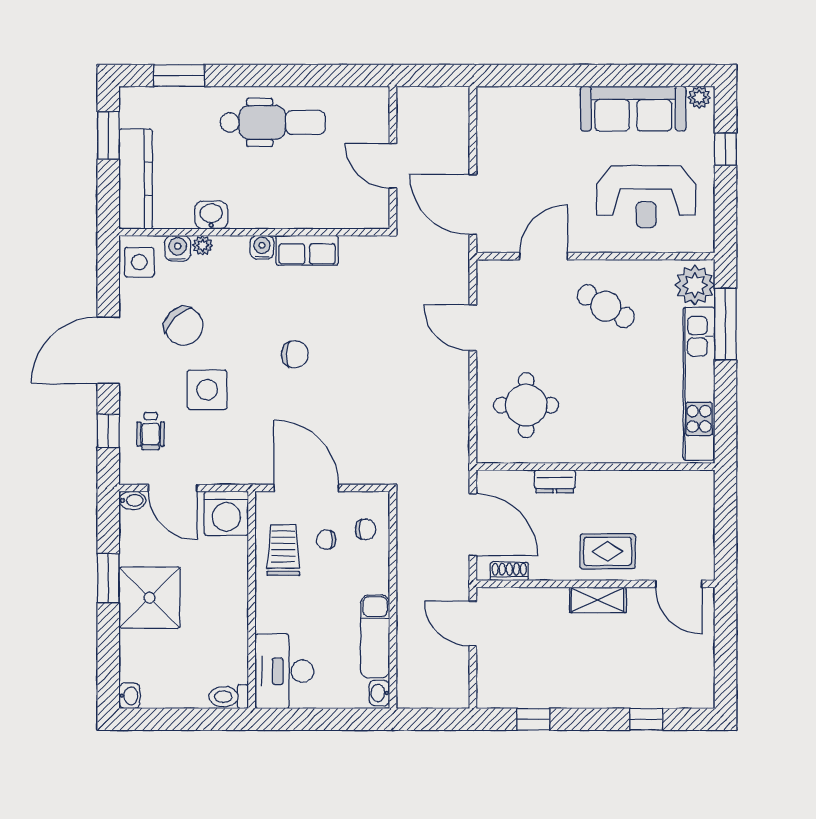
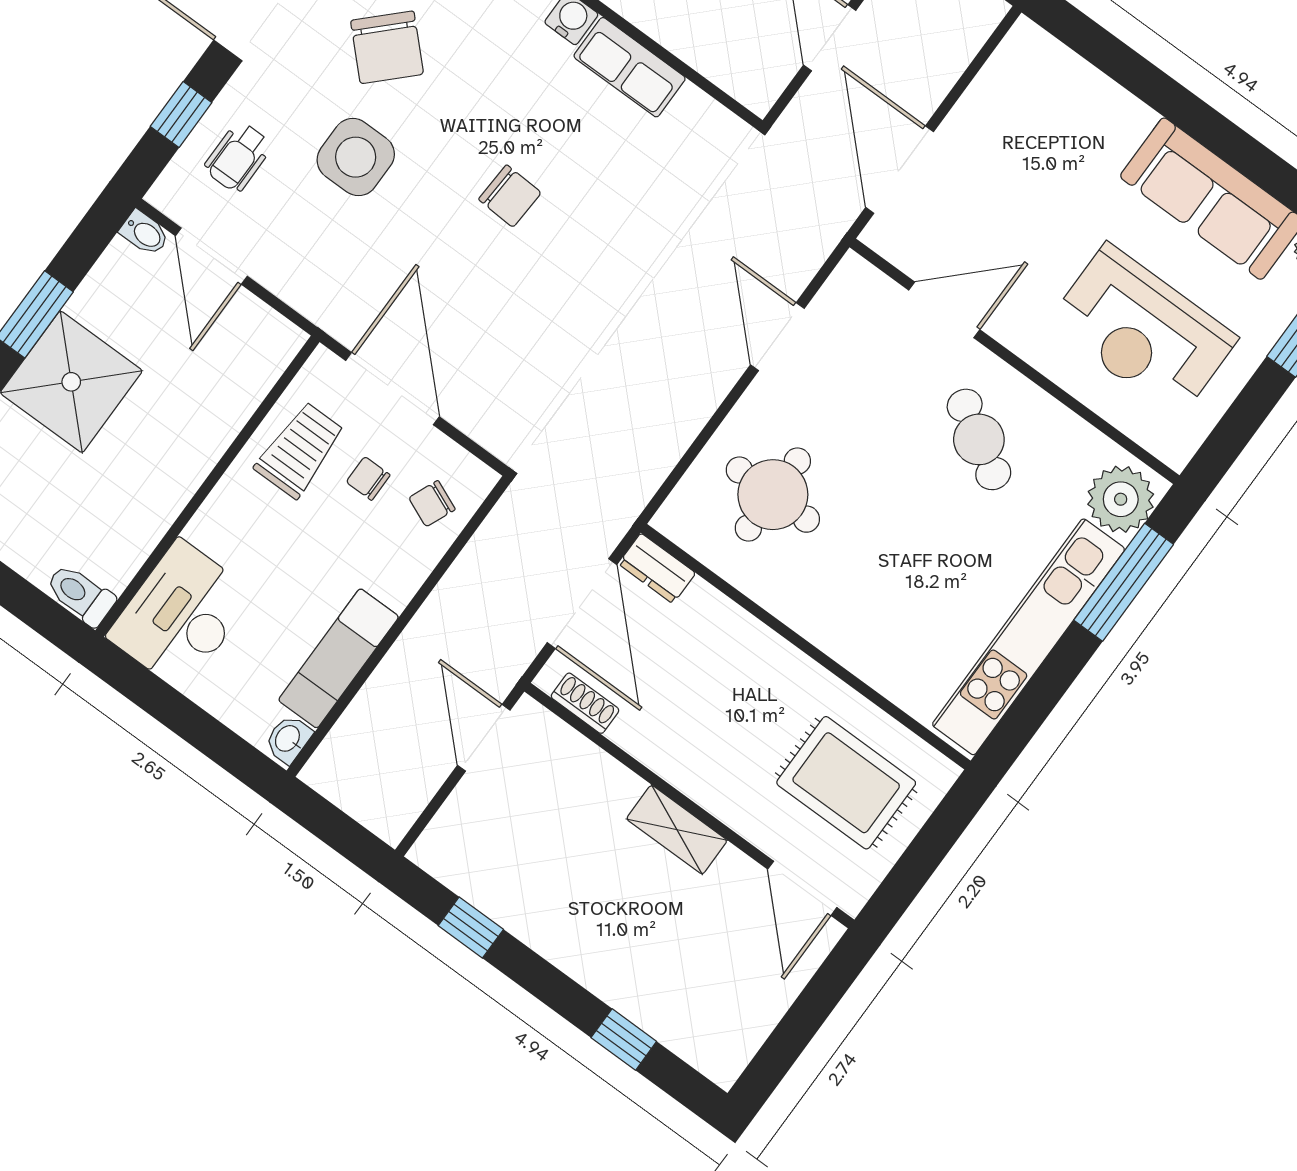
dresser: (555, 481) -> (657, 568), moved
washing machine: (226, 513) -> (259, 344), removed
chair: (366, 529) -> (432, 504), turned 113
rug: (608, 551) -> (846, 783), moved, width x1.36, depth x1.43

